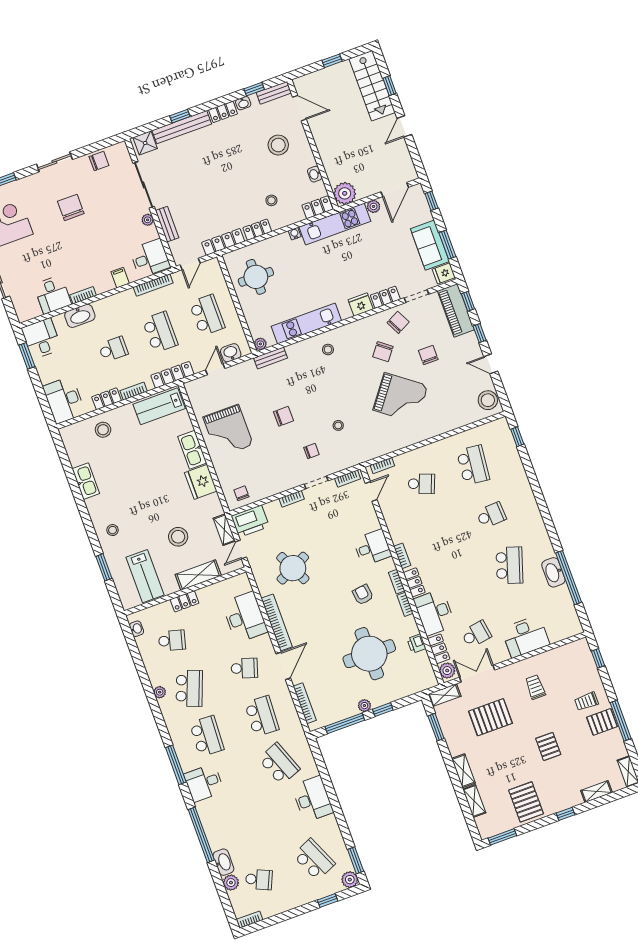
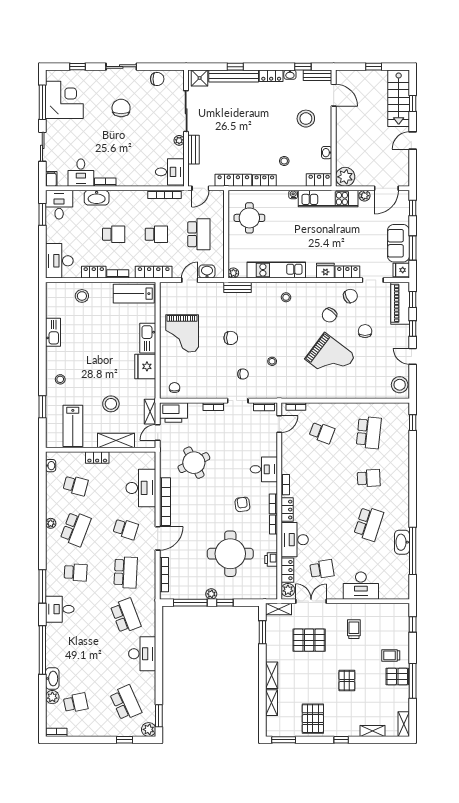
filing cabinet: (120, 278) -> (51, 179), moved
school desk: (160, 332) -> (156, 234), width x0.54
school desk: (207, 736) -> (76, 572), width x0.54
school desk: (259, 880) -> (76, 703), turned -36

